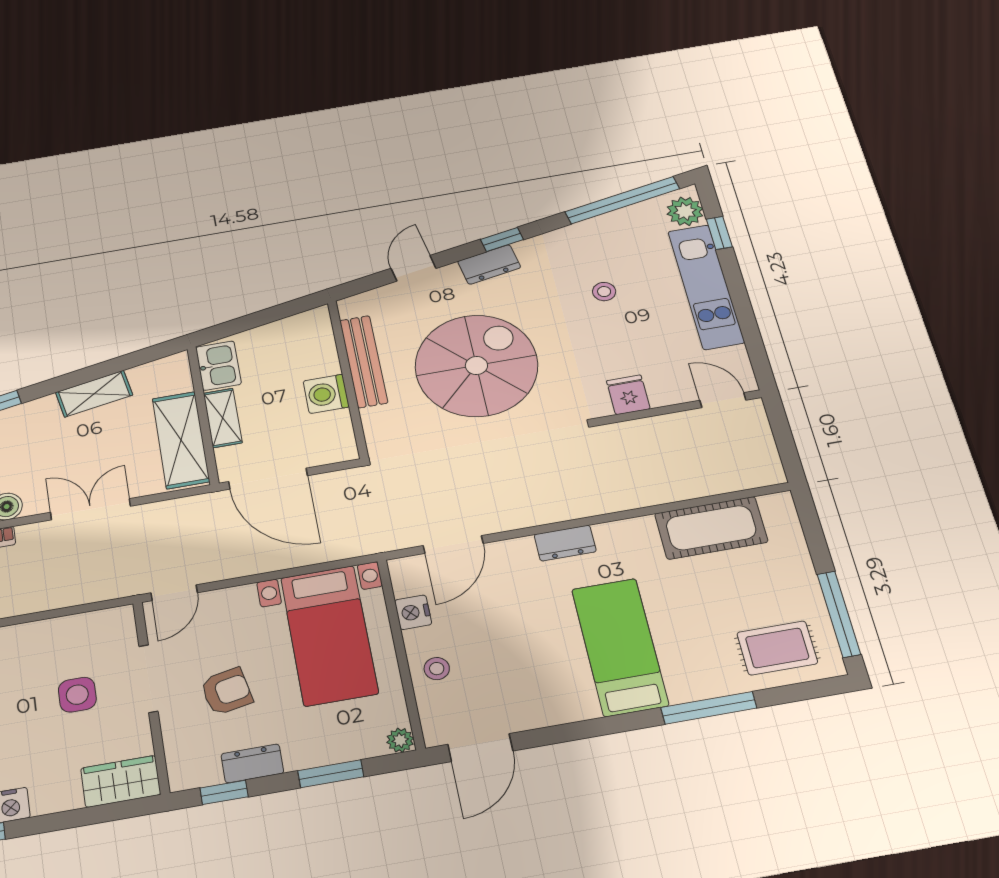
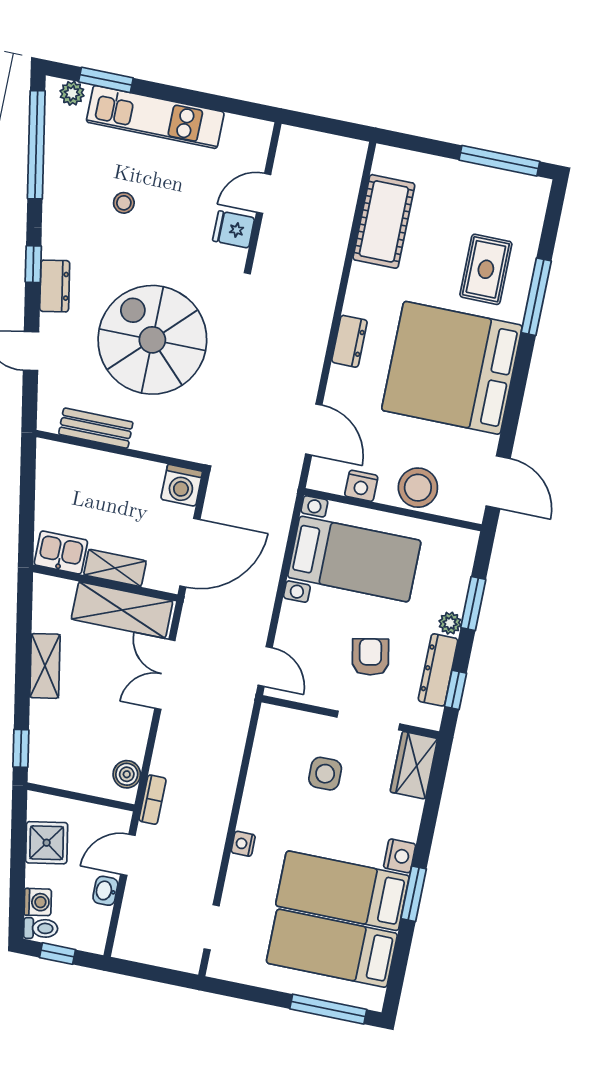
plant: (685, 211) -> (72, 93), width x0.73, depth x0.73
window: (719, 233) -> (106, 80), width x1.50
bench: (364, 361) -> (96, 428), width x0.73
washing machine: (326, 394) -> (182, 485), moved
door: (723, 400) -> (264, 193), moved
double door: (90, 509) -> (165, 674), moved
bed: (620, 647) -> (452, 368), width x2.04
rug: (777, 648) -> (486, 269), moved
stool: (437, 669) -> (418, 488), width x1.89, depth x1.89
doorway: (148, 679) -> (368, 720), moved
plant: (400, 740) -> (450, 623), moved
dresser: (252, 763) -> (438, 670), width x1.44

